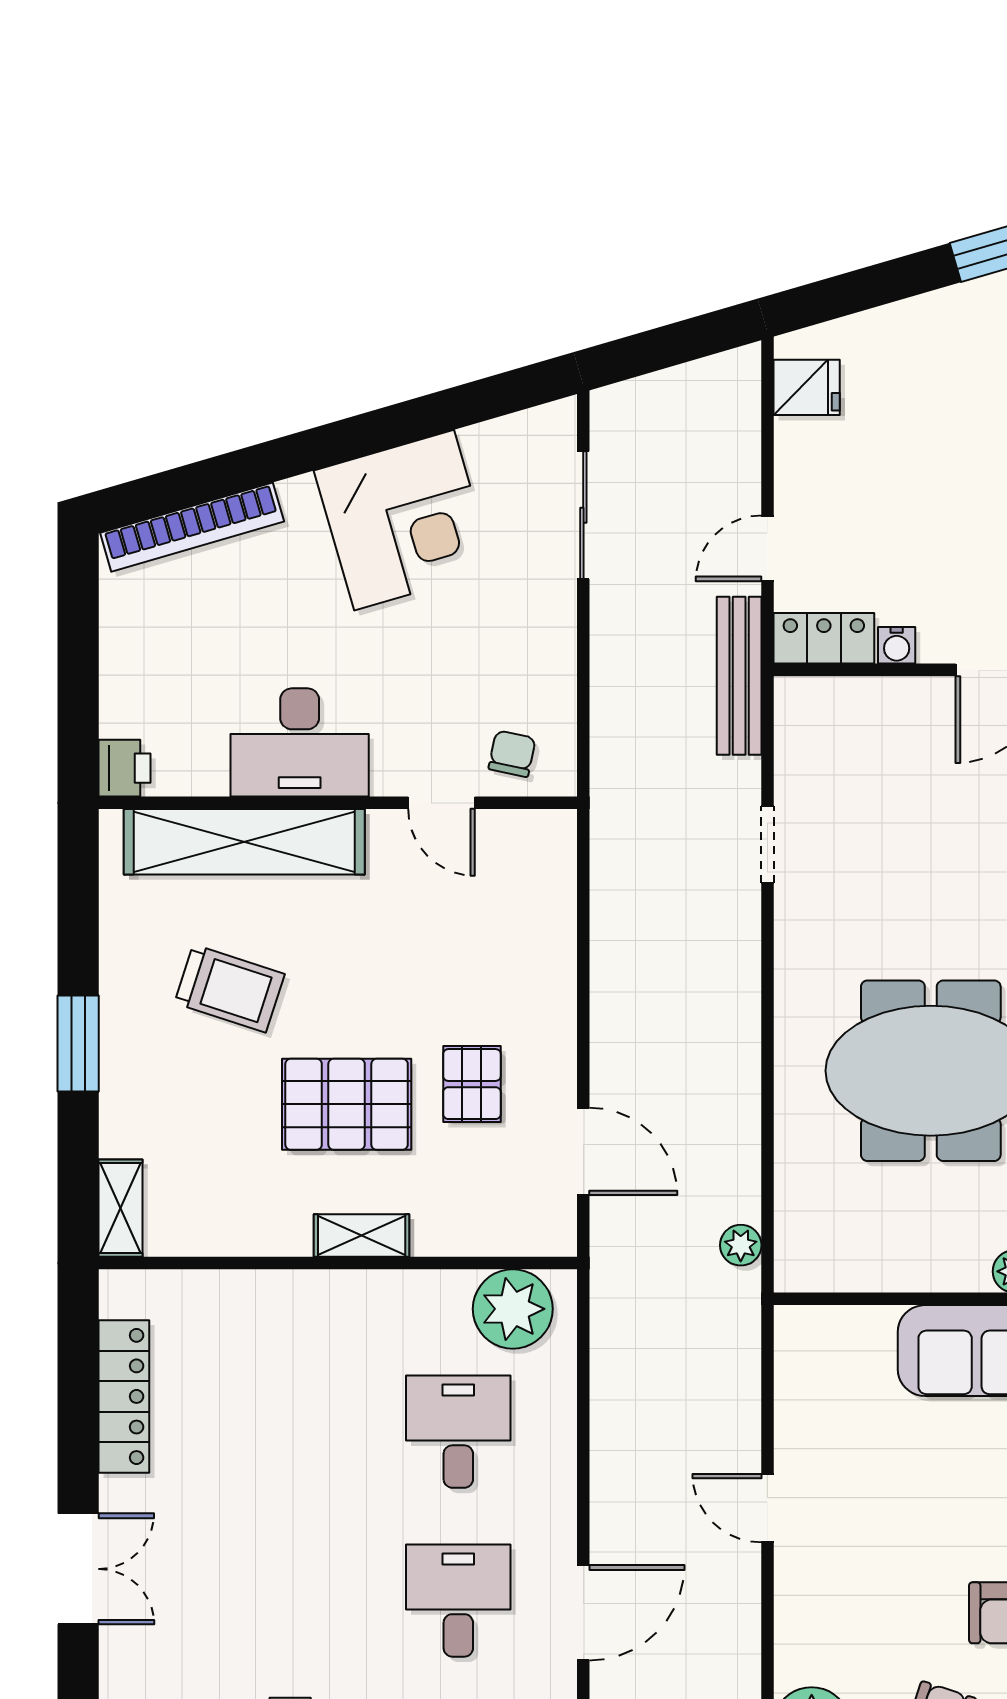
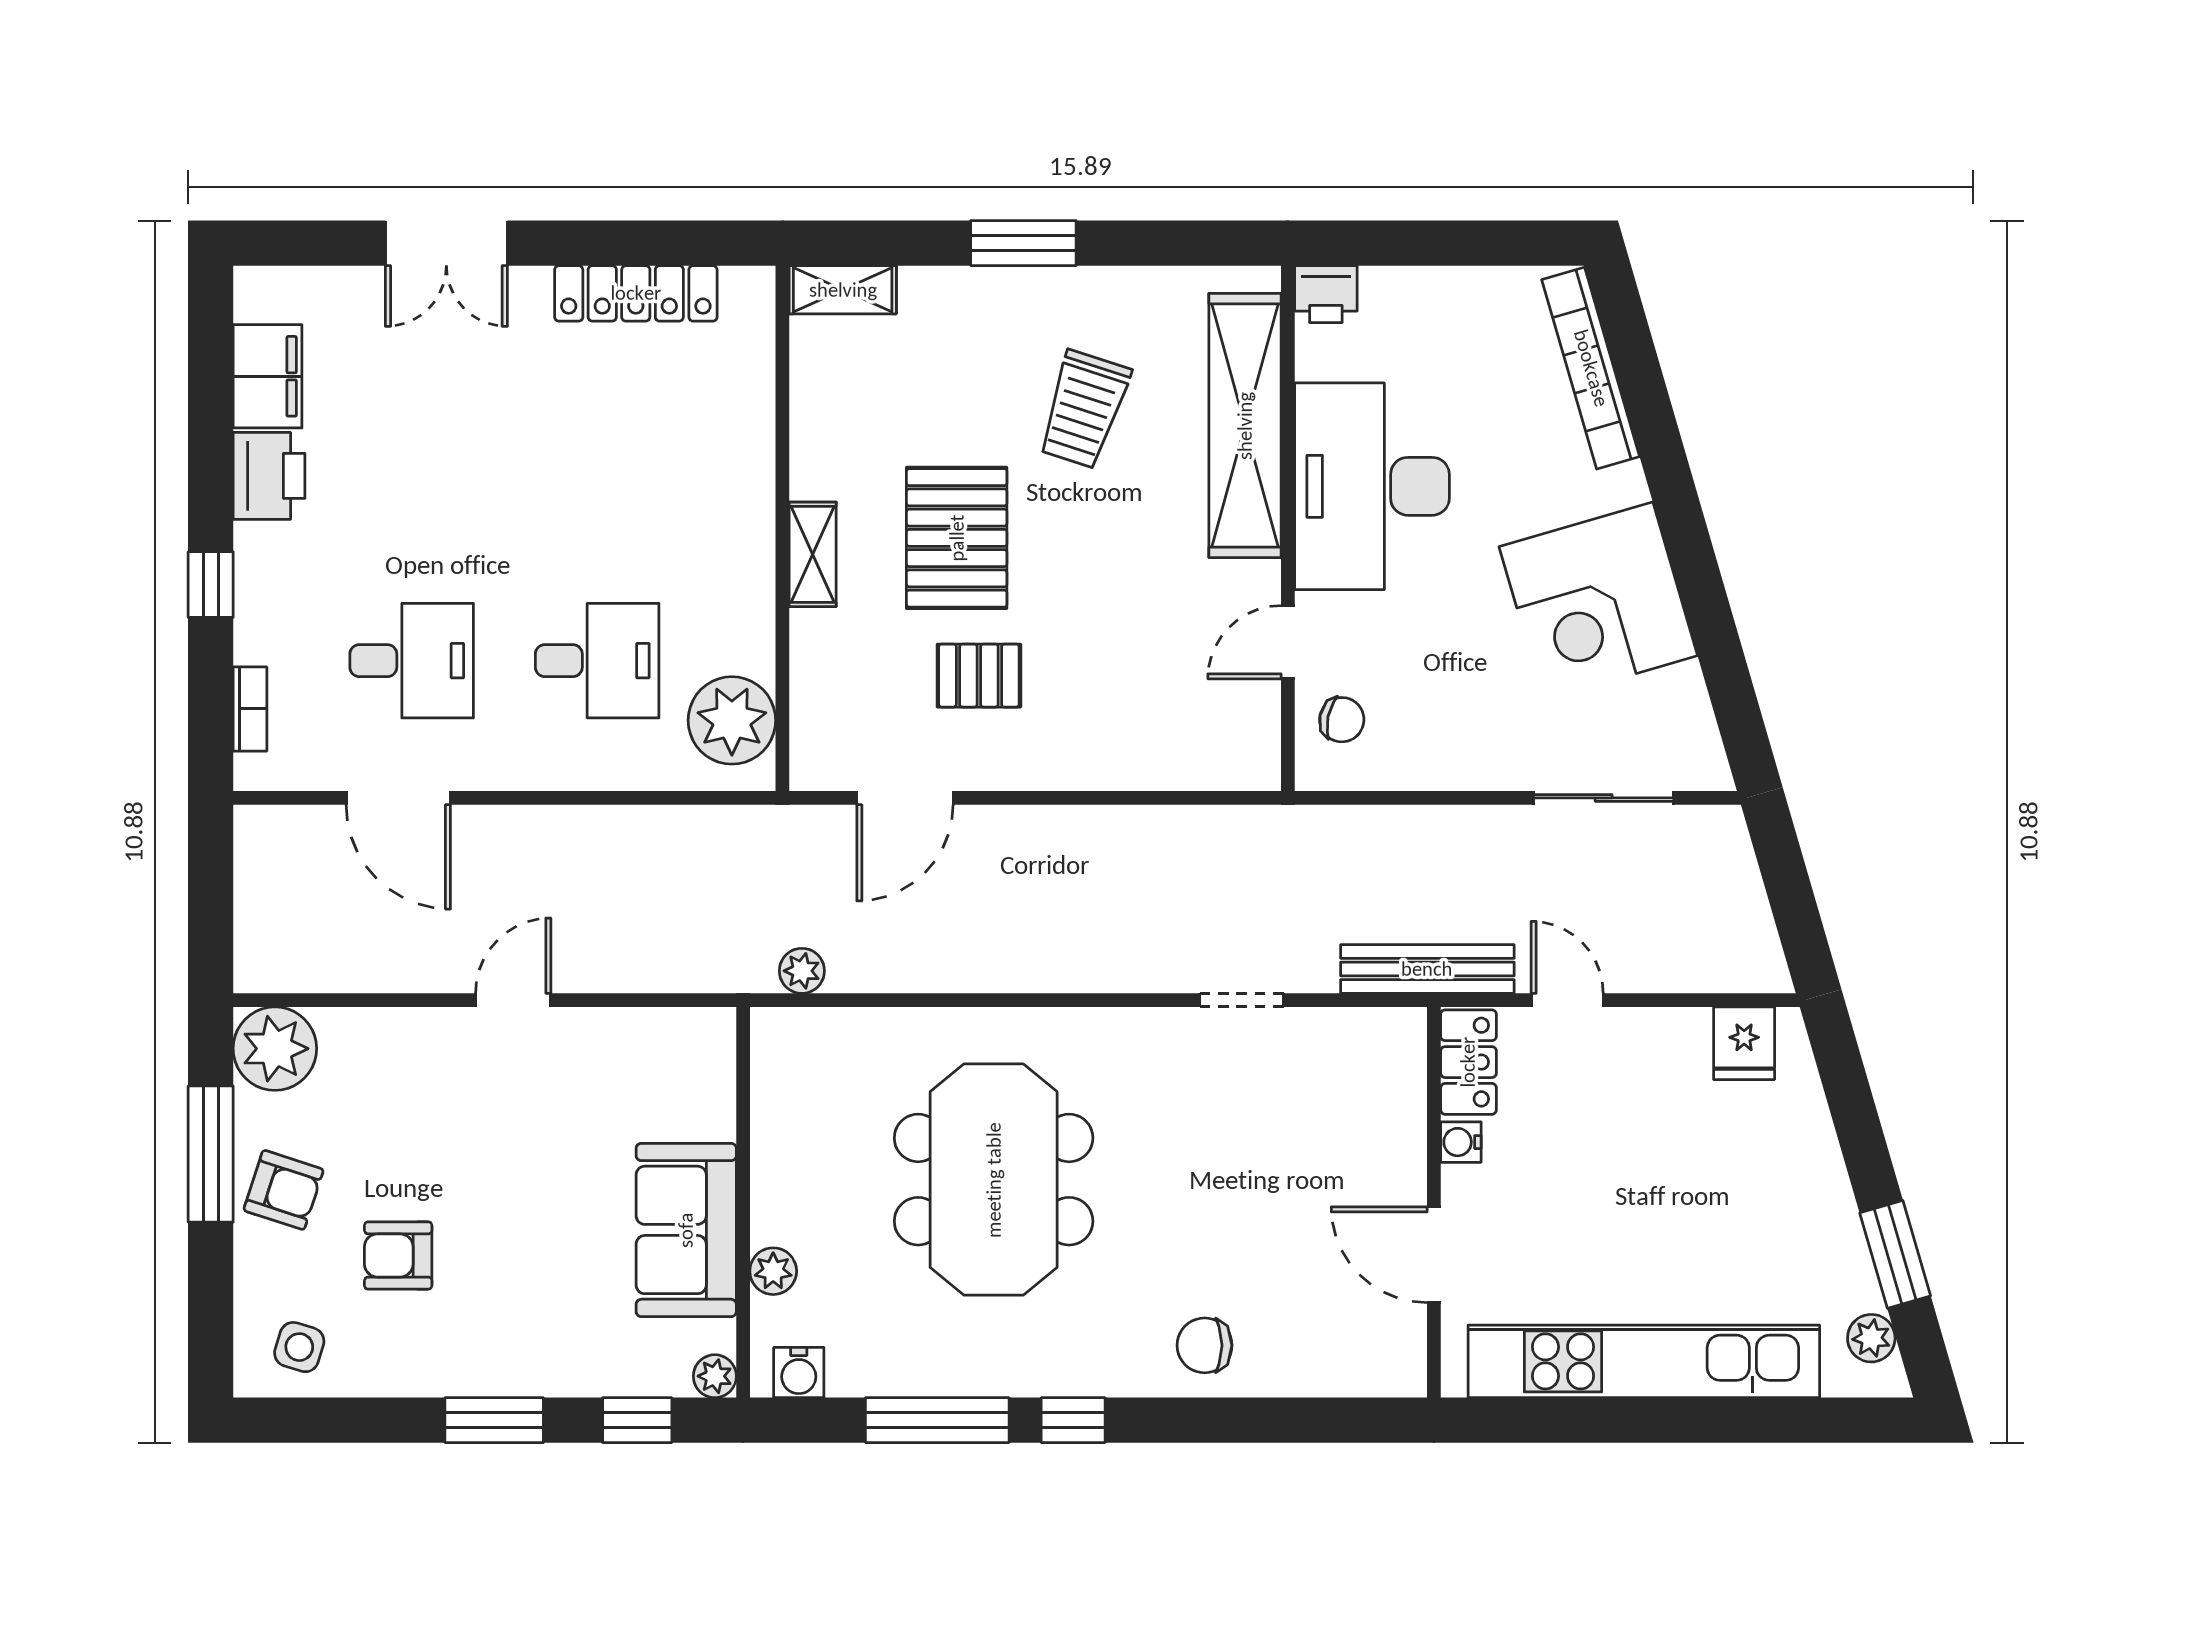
desk: (300, 742) -> (1372, 486), width x1.36, depth x1.30

